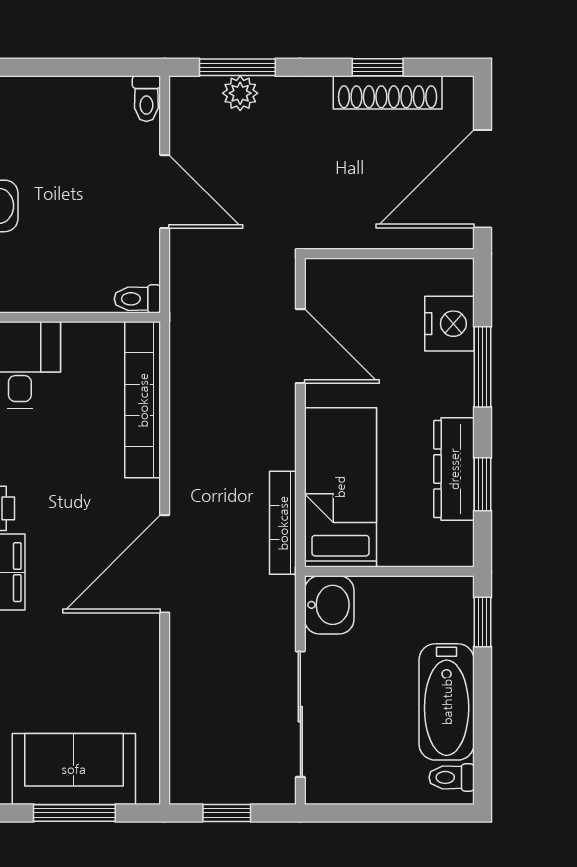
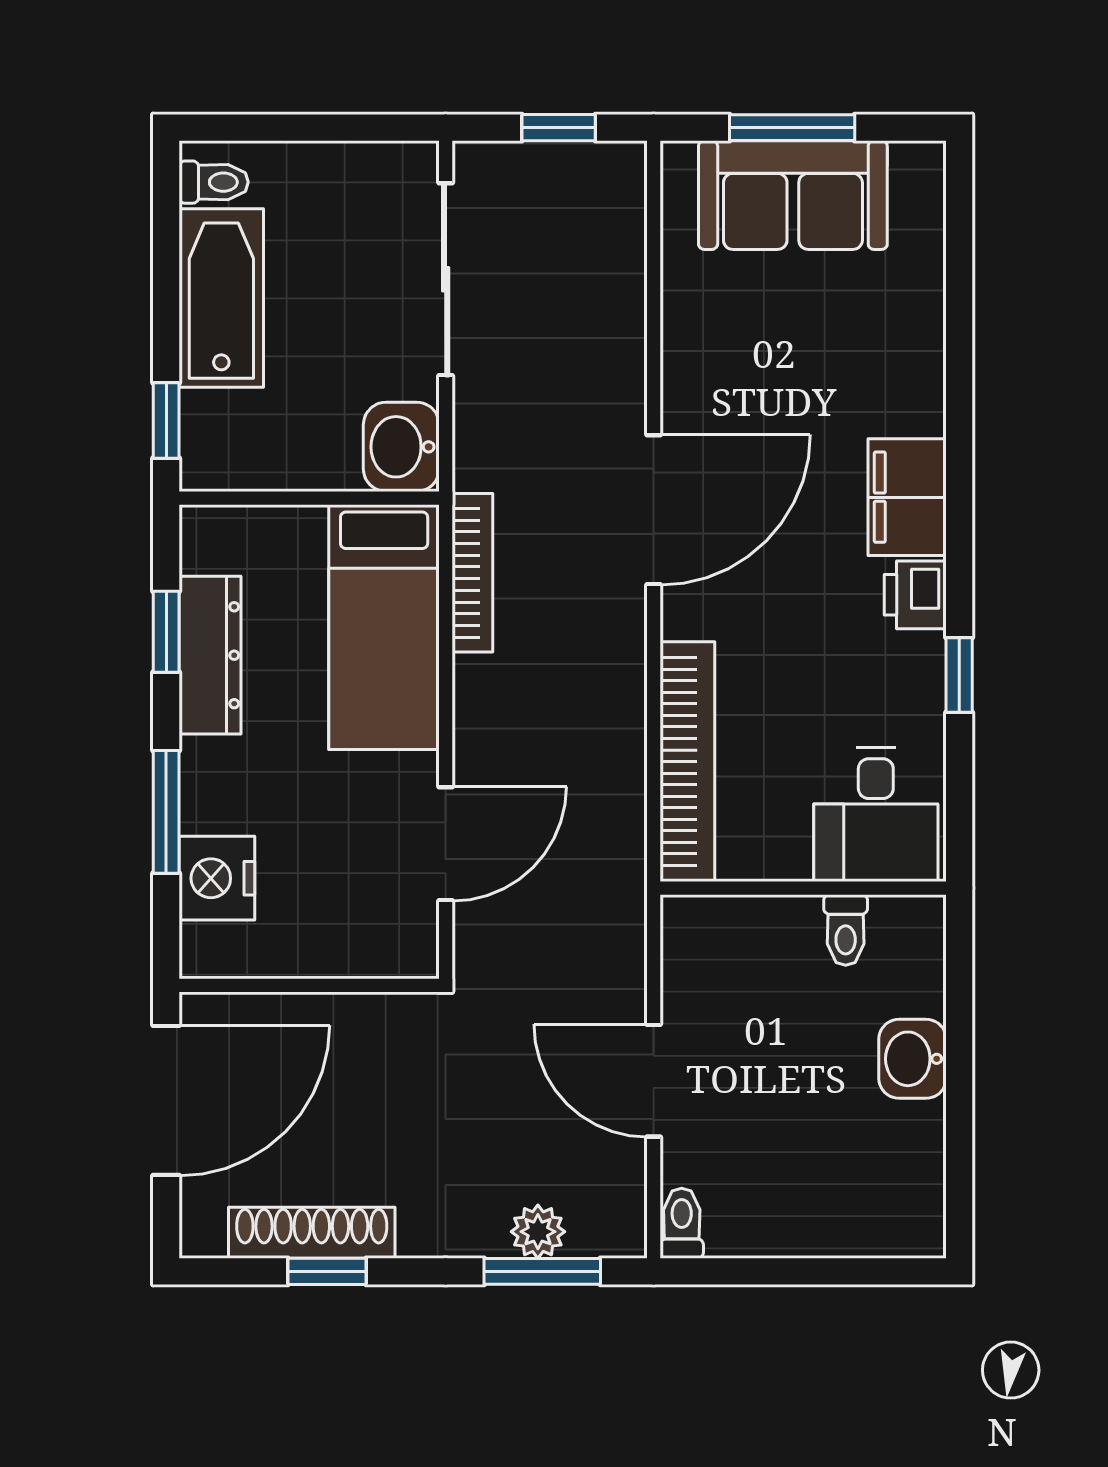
toilet: (137, 299) -> (846, 930), moved, turned 90
door: (300, 346) -> (446, 844), swing flipped

